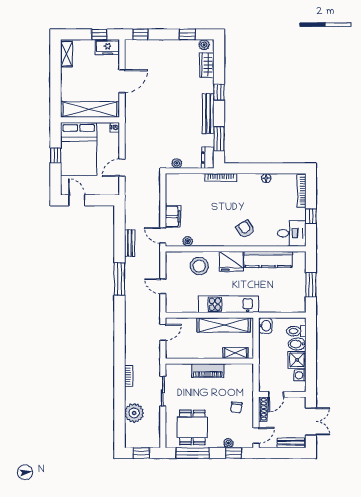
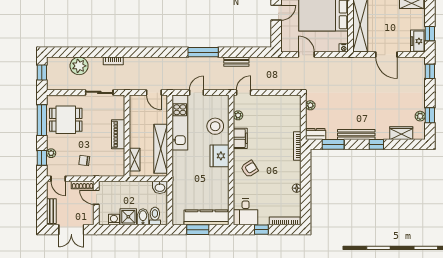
plant: (204, 45) -> (420, 116), moved
filing cabinet: (173, 217) -> (240, 138), moved, turned -90
kitchen counter: (268, 259) -> (206, 217), moved, turned 90
kitchen unit: (229, 304) -> (180, 122), moved

